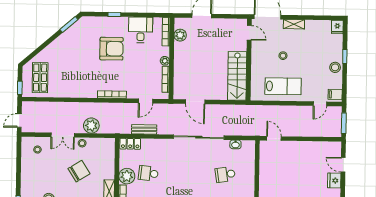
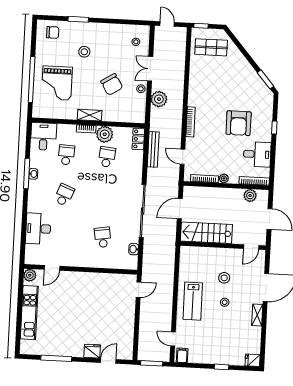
door: (249, 33) -> (251, 247), moved
wall: (249, 60) -> (223, 246), moved
stool: (335, 67) -> (224, 278), moved
stairs: (237, 76) -> (206, 233), moved
bench: (144, 129) -> (153, 149), width x1.36

